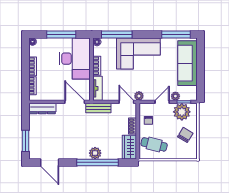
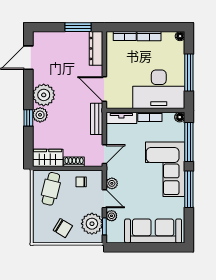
window: (176, 35) -> (189, 189), moved
plant: (139, 96) -> (112, 183), moved
door: (75, 102) -> (104, 89), swing flipped
window: (25, 141) -> (78, 27), moved
plant: (79, 150) -> (44, 95), added
window: (97, 162) -> (28, 118), width x0.32

